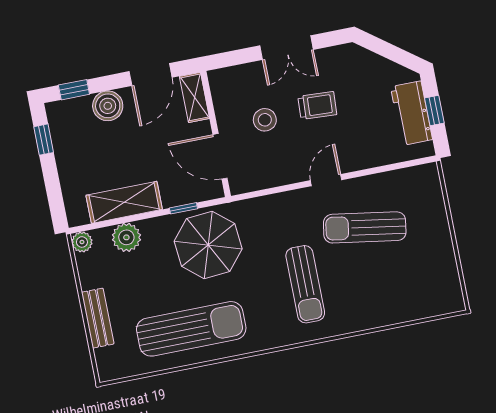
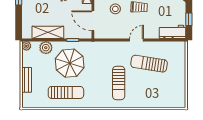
workbench: (411, 113) -> (172, 32), moved, turned 90
parasol: (208, 245) -> (70, 63), moved
sun lounger: (191, 329) -> (66, 92), width x0.73, depth x0.75

